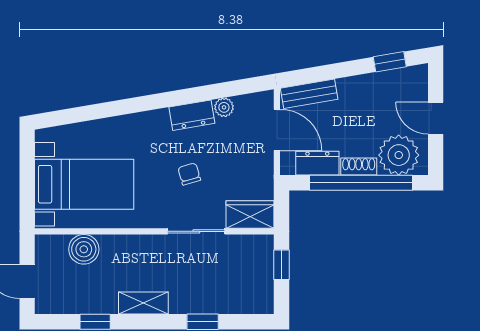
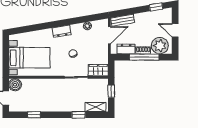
dresser: (192, 115) -> (62, 31), moved
door: (277, 130) -> (109, 35), hinge flipped
window: (361, 183) -> (144, 57), width x0.68
boiler: (84, 249) -> (15, 85), moved
shelving: (143, 303) -> (96, 107), moved

